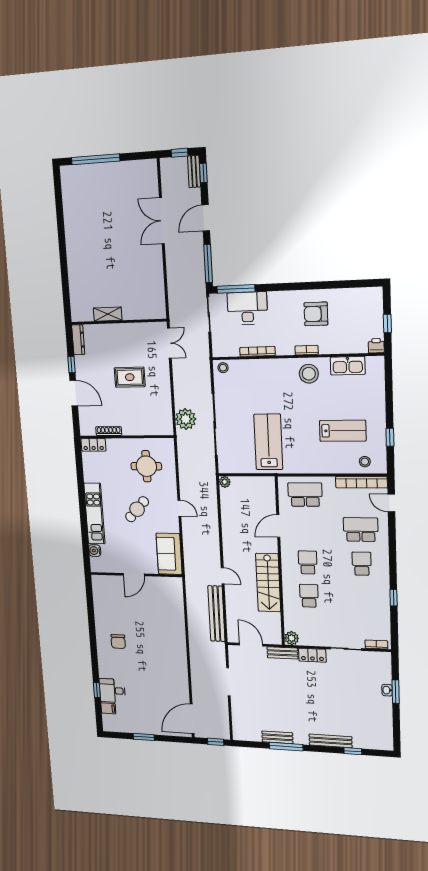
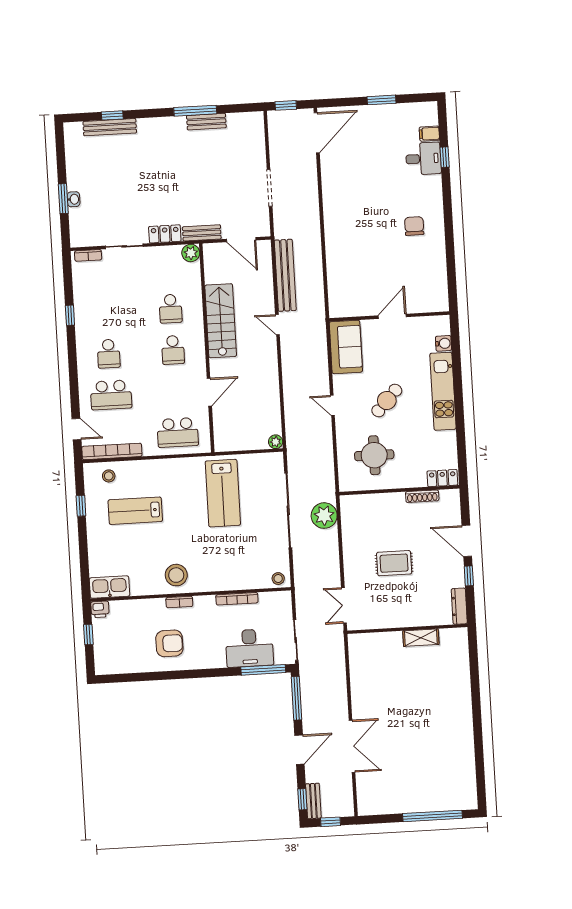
kitchen sink: (348, 366) -> (109, 587), moved
bench: (331, 741) -> (110, 127), moved

